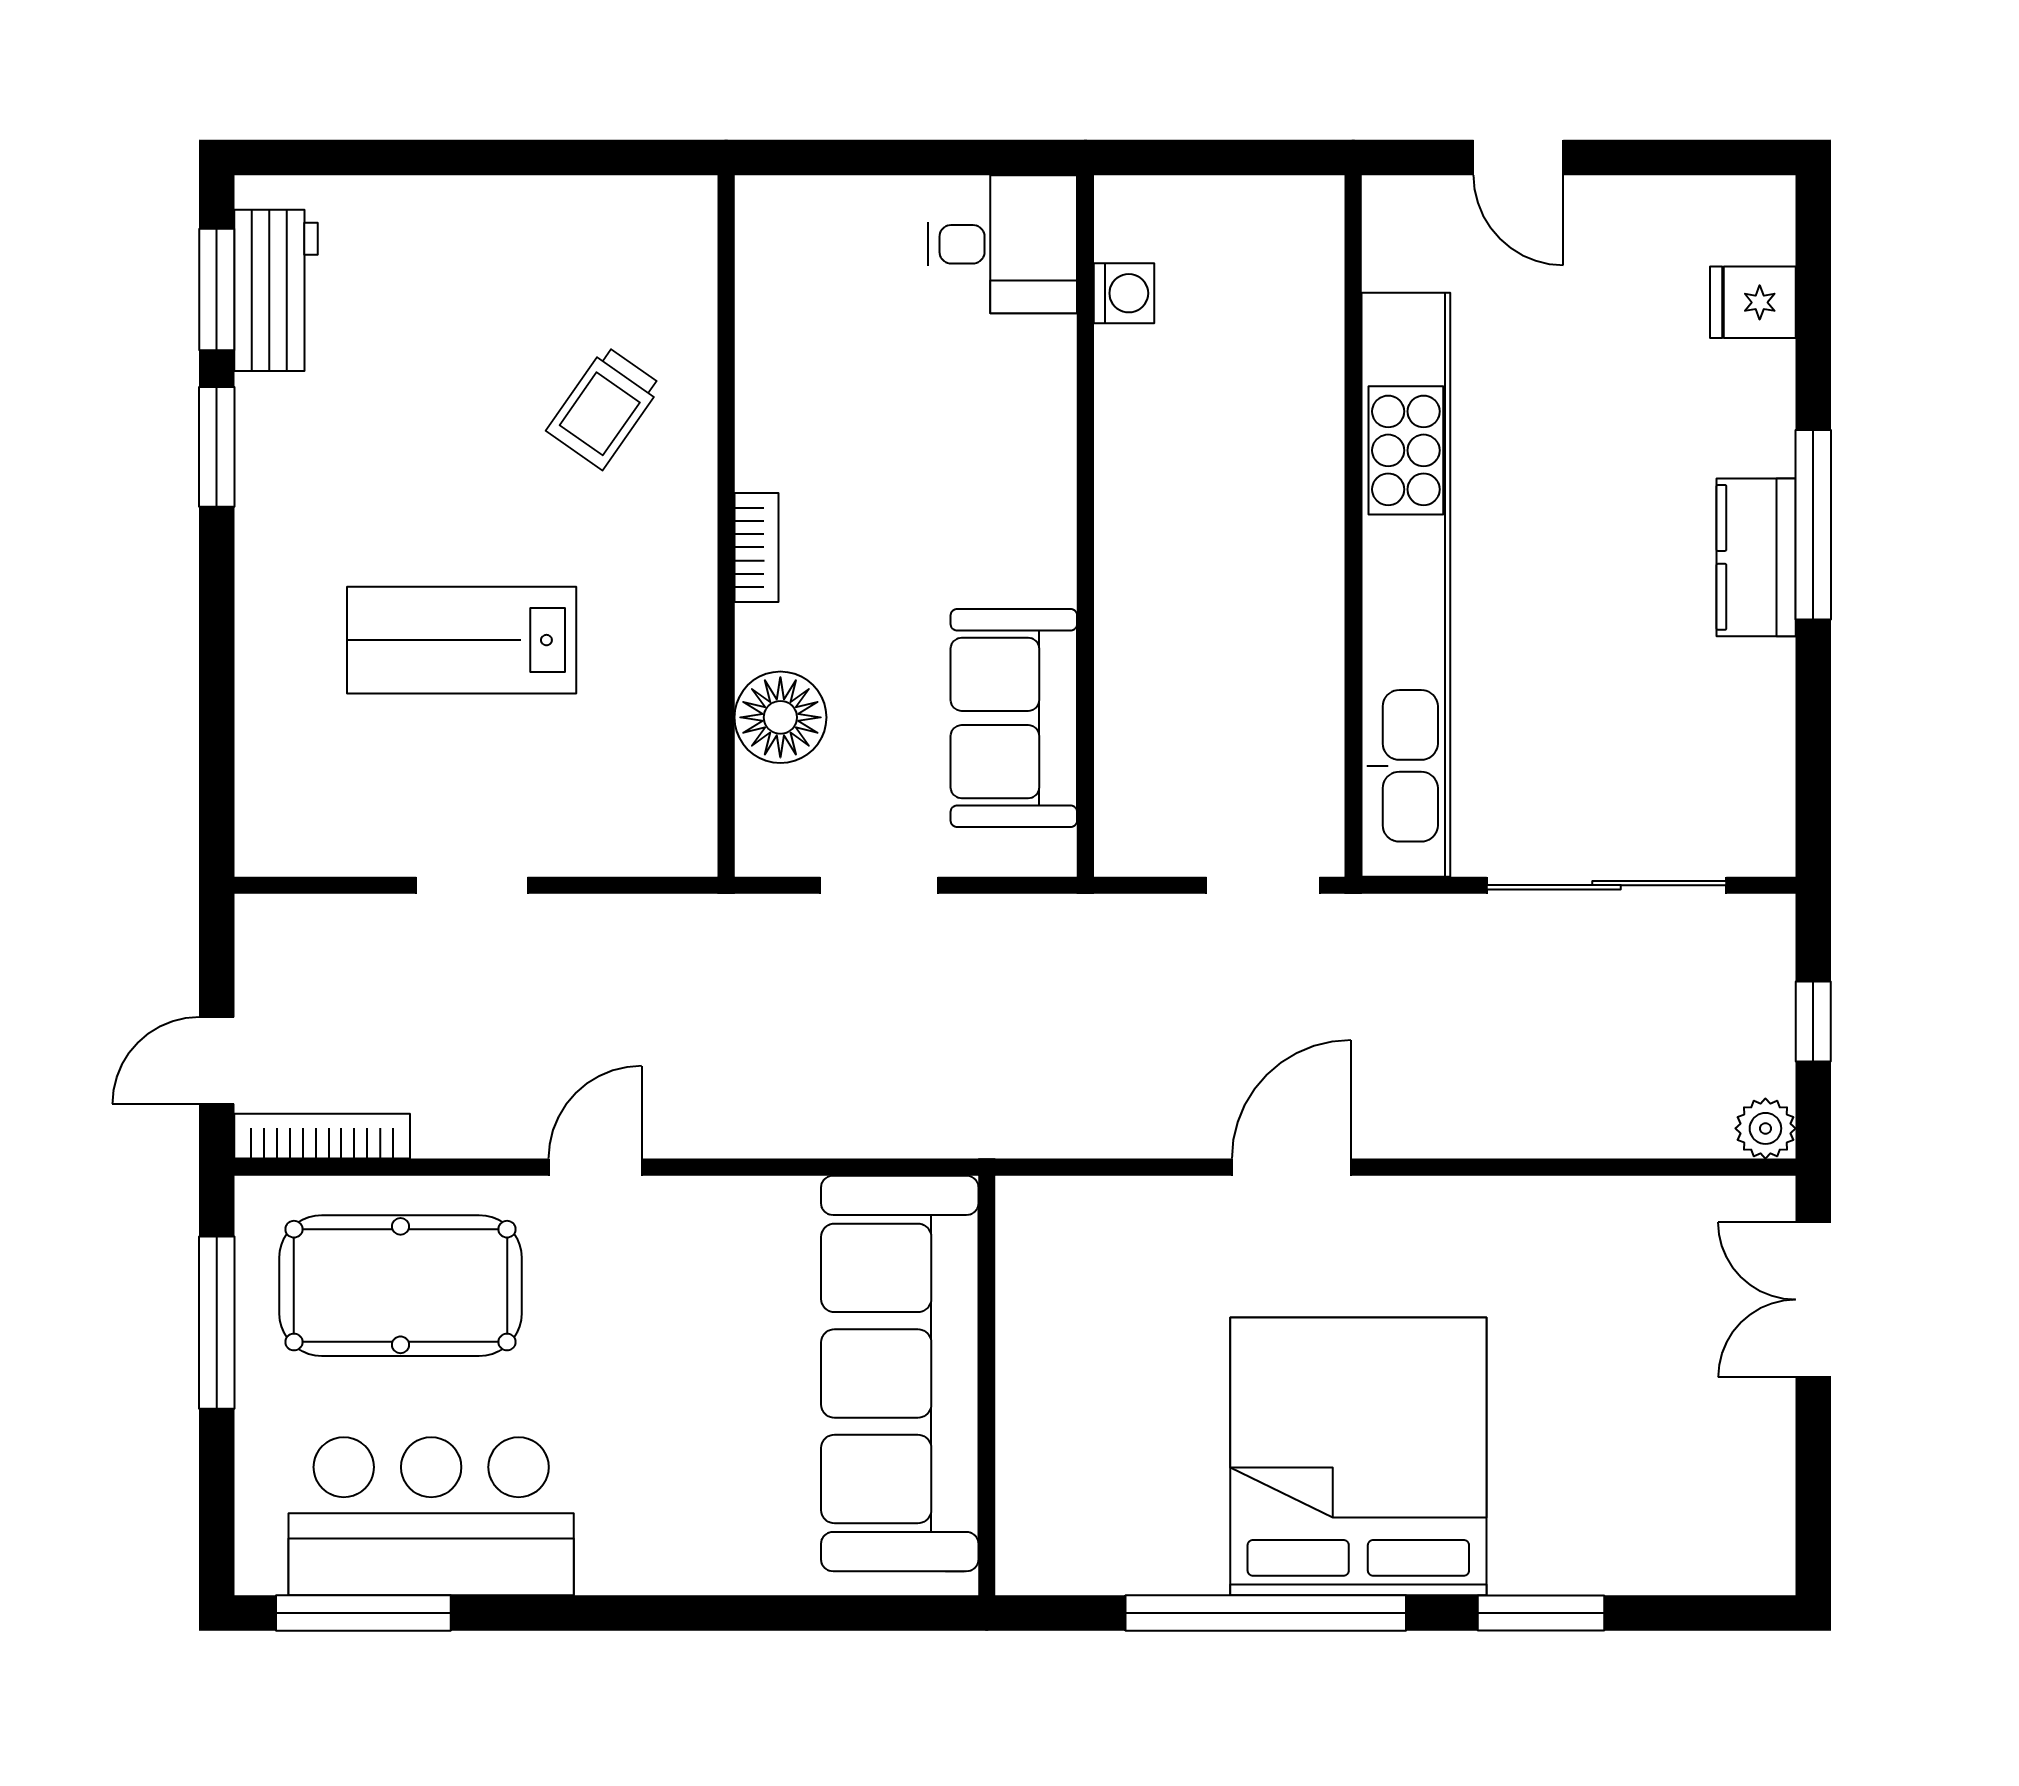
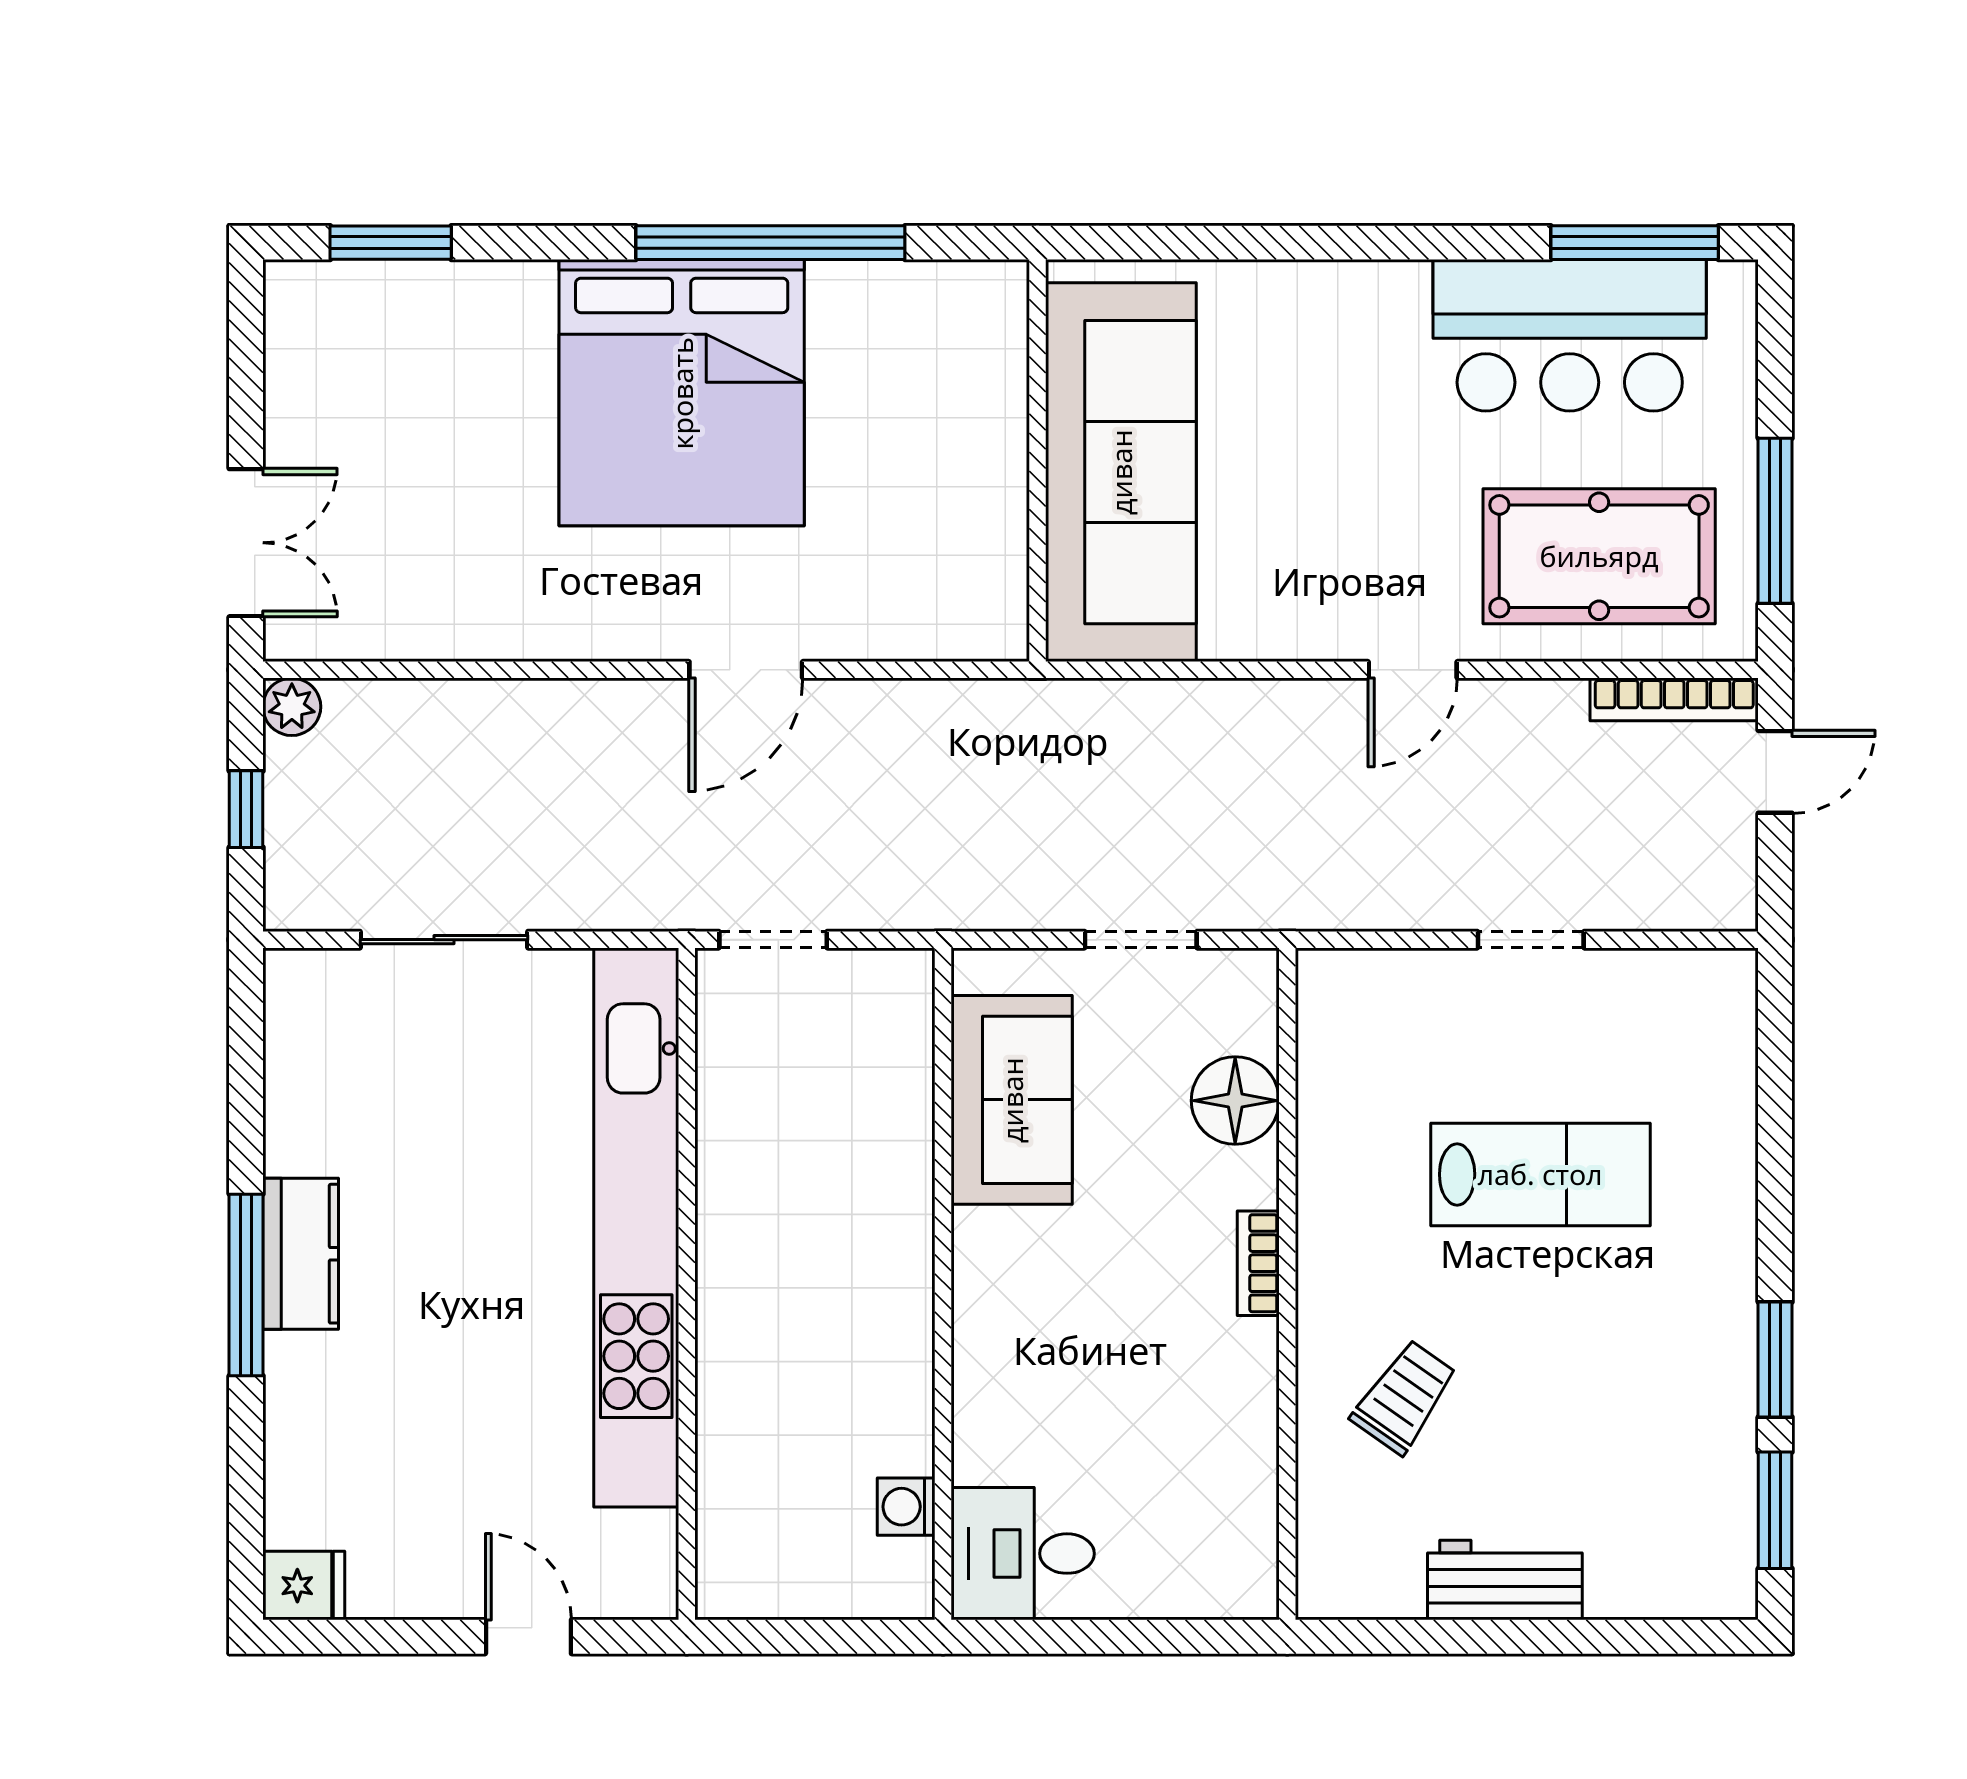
workbench: (276, 290) -> (1505, 1580), moved, turned 90
fridge: (1753, 302) -> (304, 1586), moved
sliding door: (1607, 885) -> (444, 940), width x0.73
window: (1541, 1613) -> (391, 243), moved

